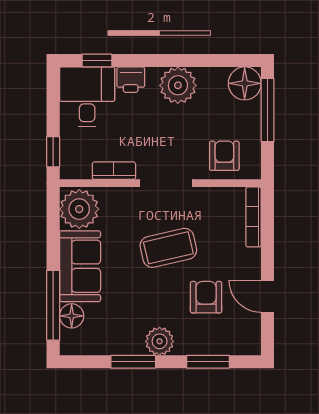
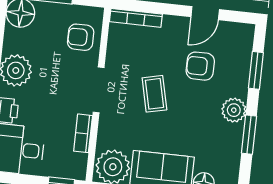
coffee table: (168, 248) -> (154, 94), width x0.73, depth x0.77

